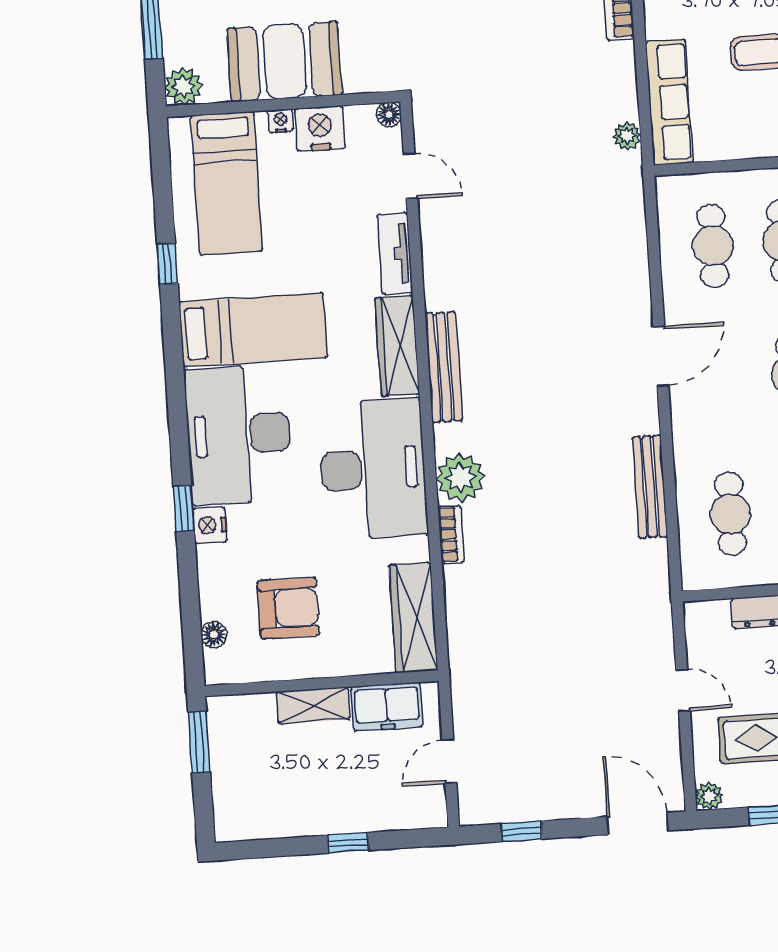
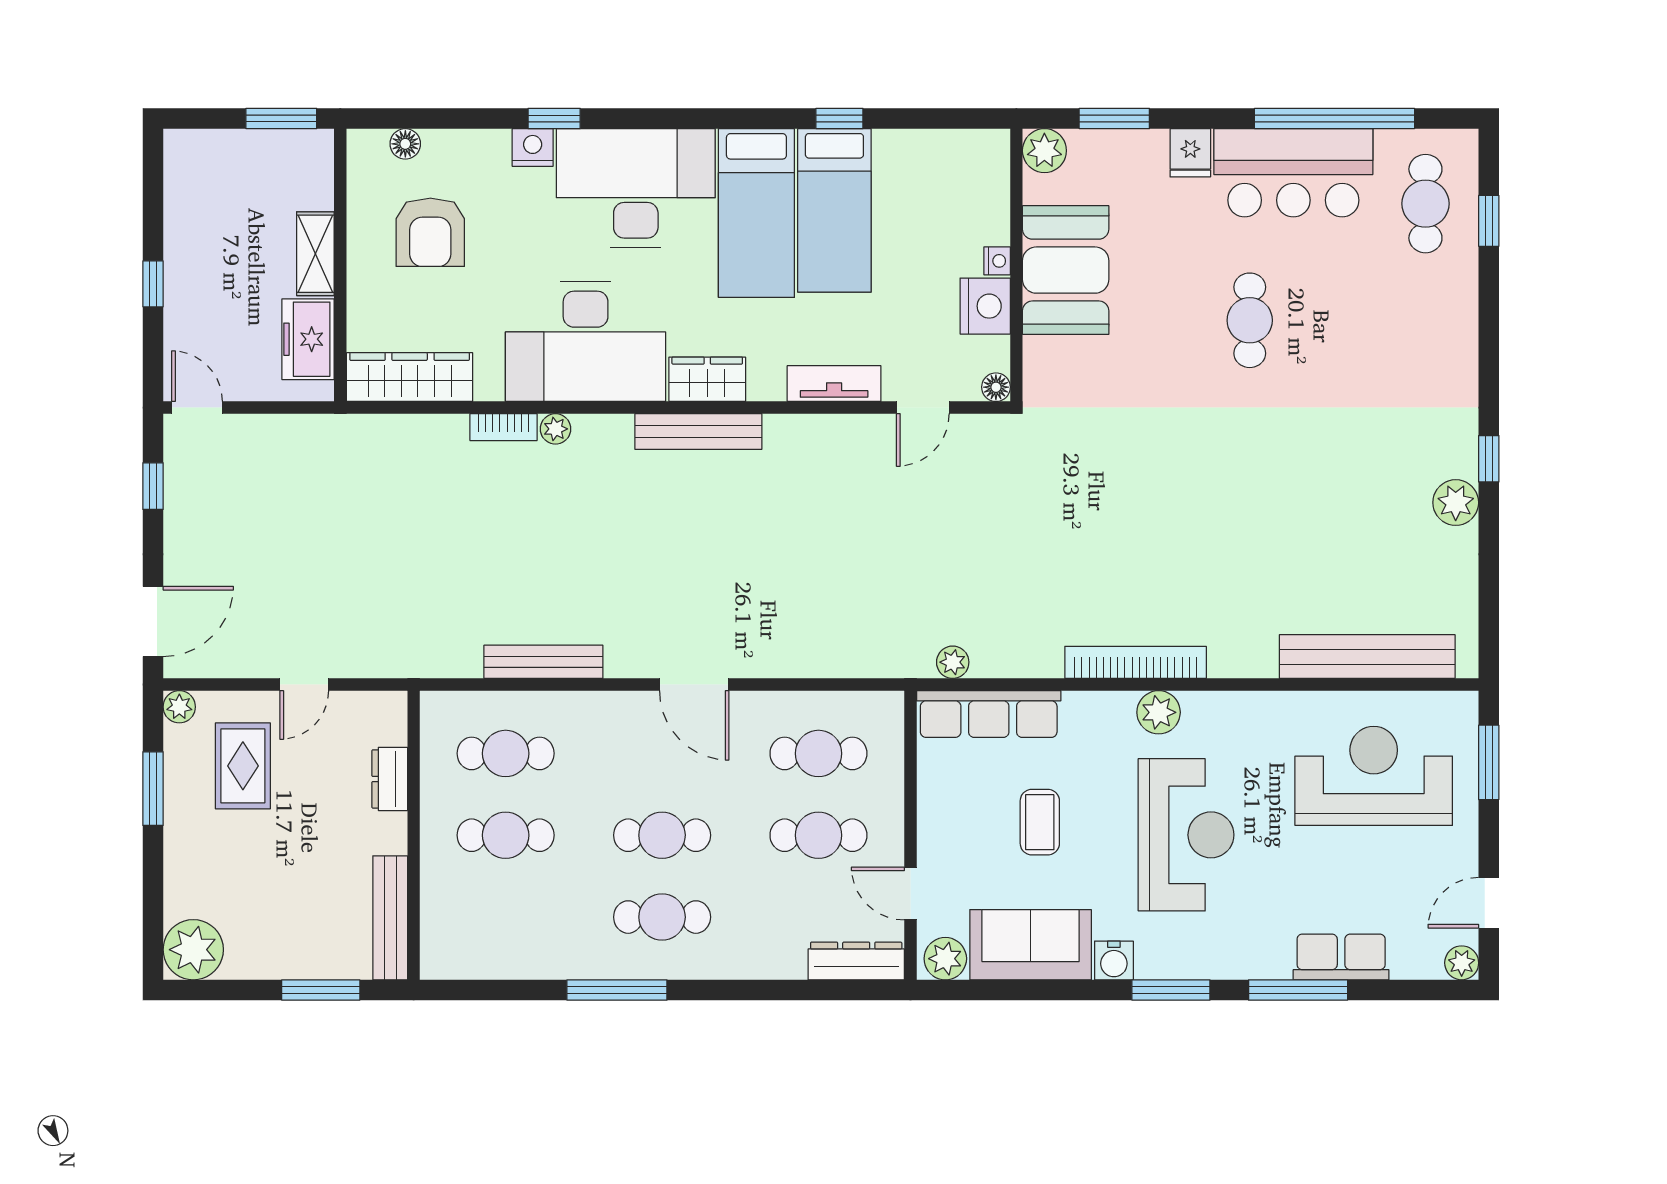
bed: (227, 183) -> (834, 210), moved, turned -90
wardrobe: (397, 346) -> (707, 379), width x0.67
plant: (460, 477) -> (555, 429), width x0.53, depth x0.53
door: (449, 762) -> (197, 408), moved

